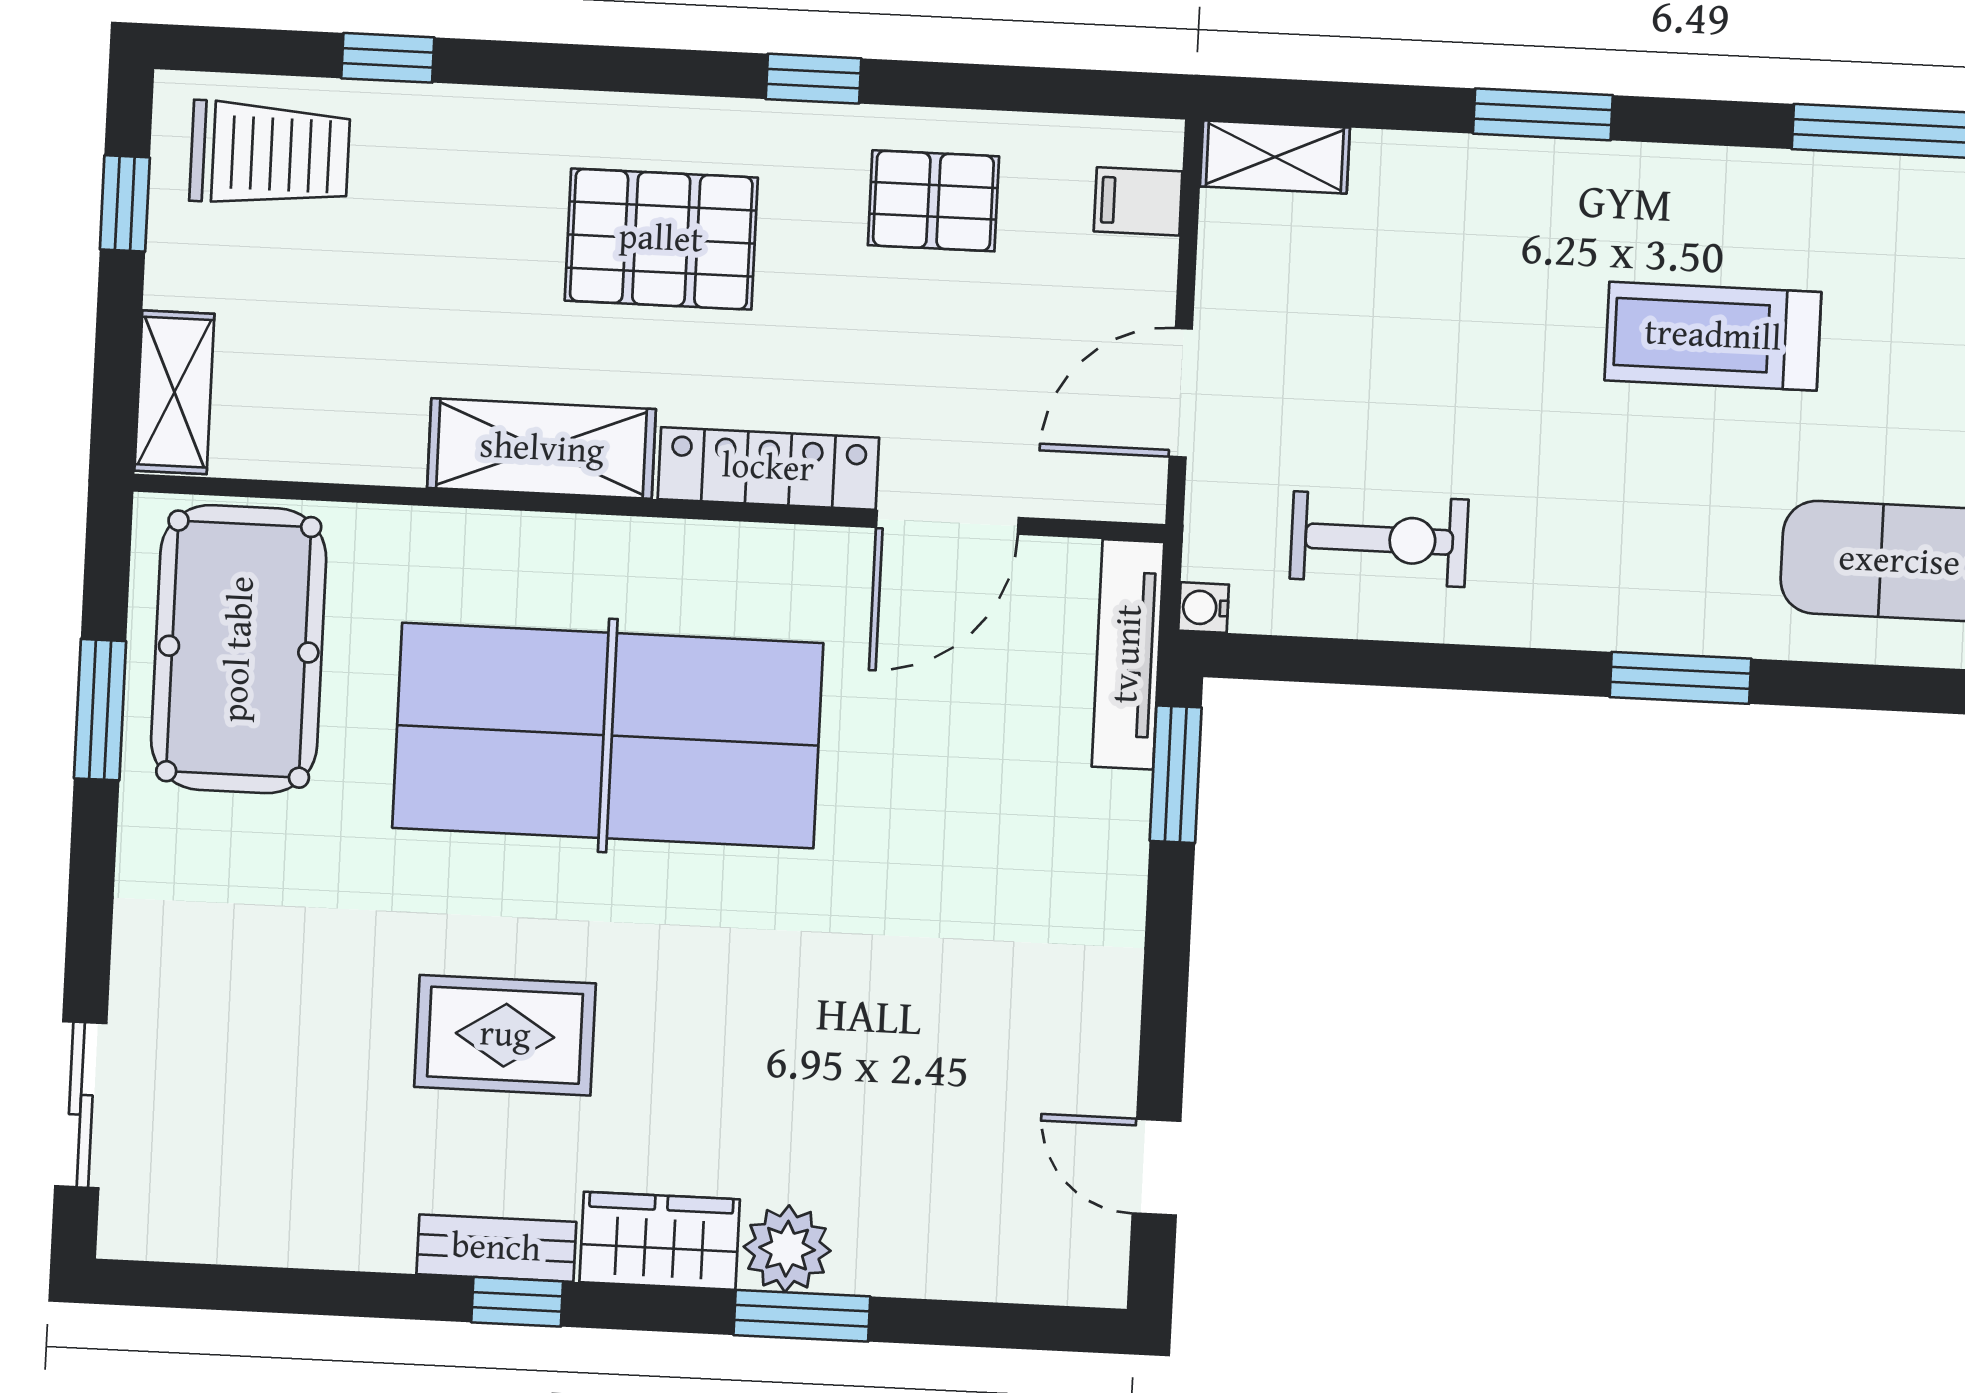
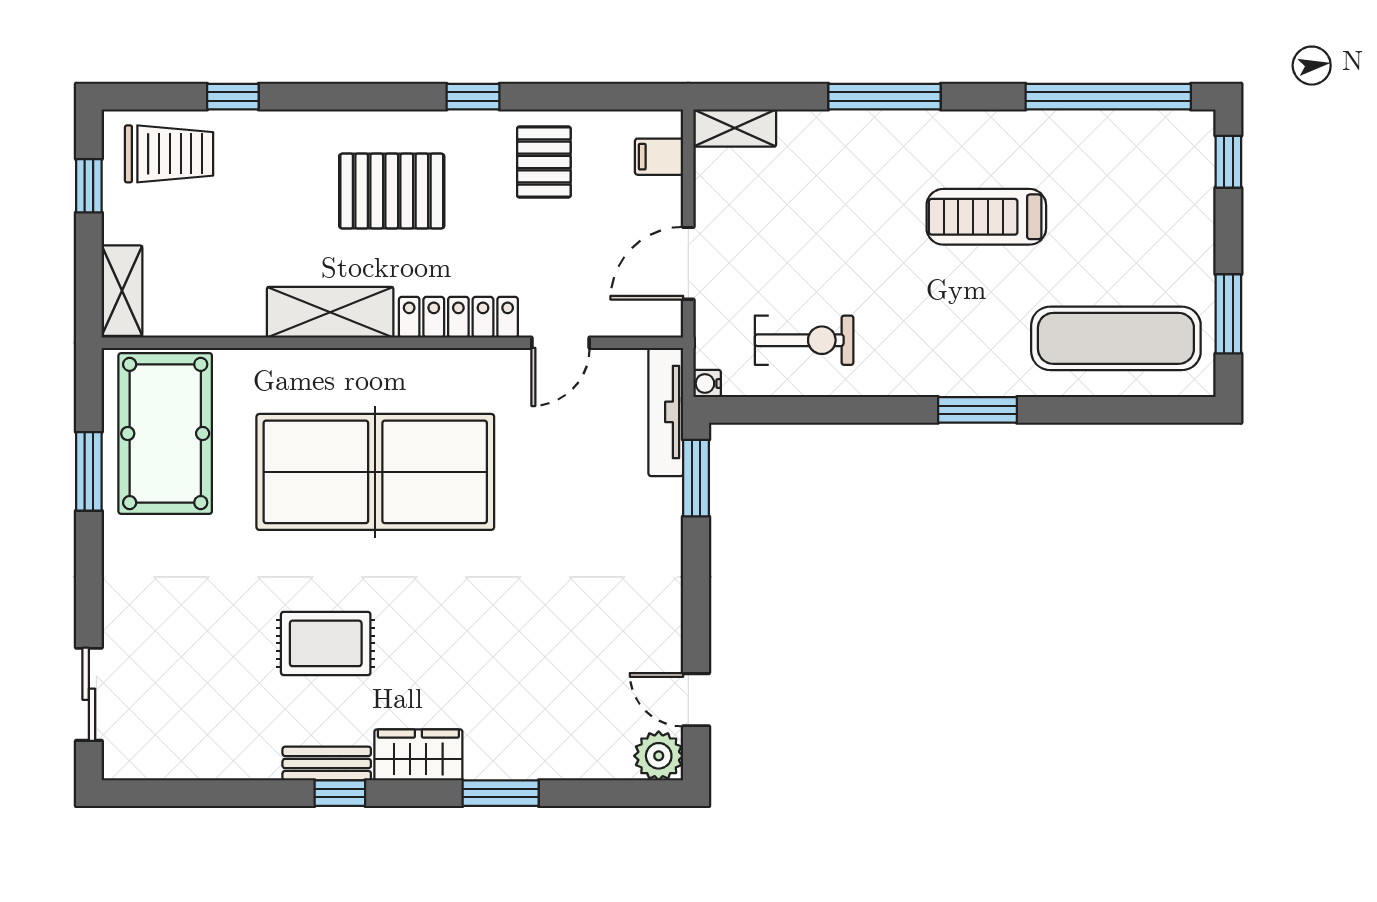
window: (1543, 114) -> (885, 97), width x1.44
pallet: (933, 201) -> (544, 162), turned 90
door: (947, 522) -> (561, 343), width x0.73
plant: (787, 1249) -> (659, 756), moved

